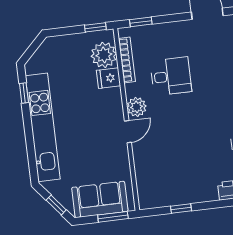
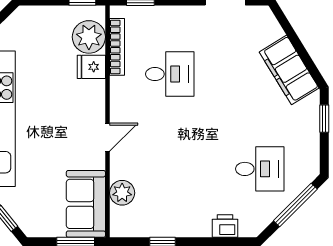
plant: (137, 107) -> (122, 193), moved
sofa: (100, 199) -> (86, 204), moved, turned -90

